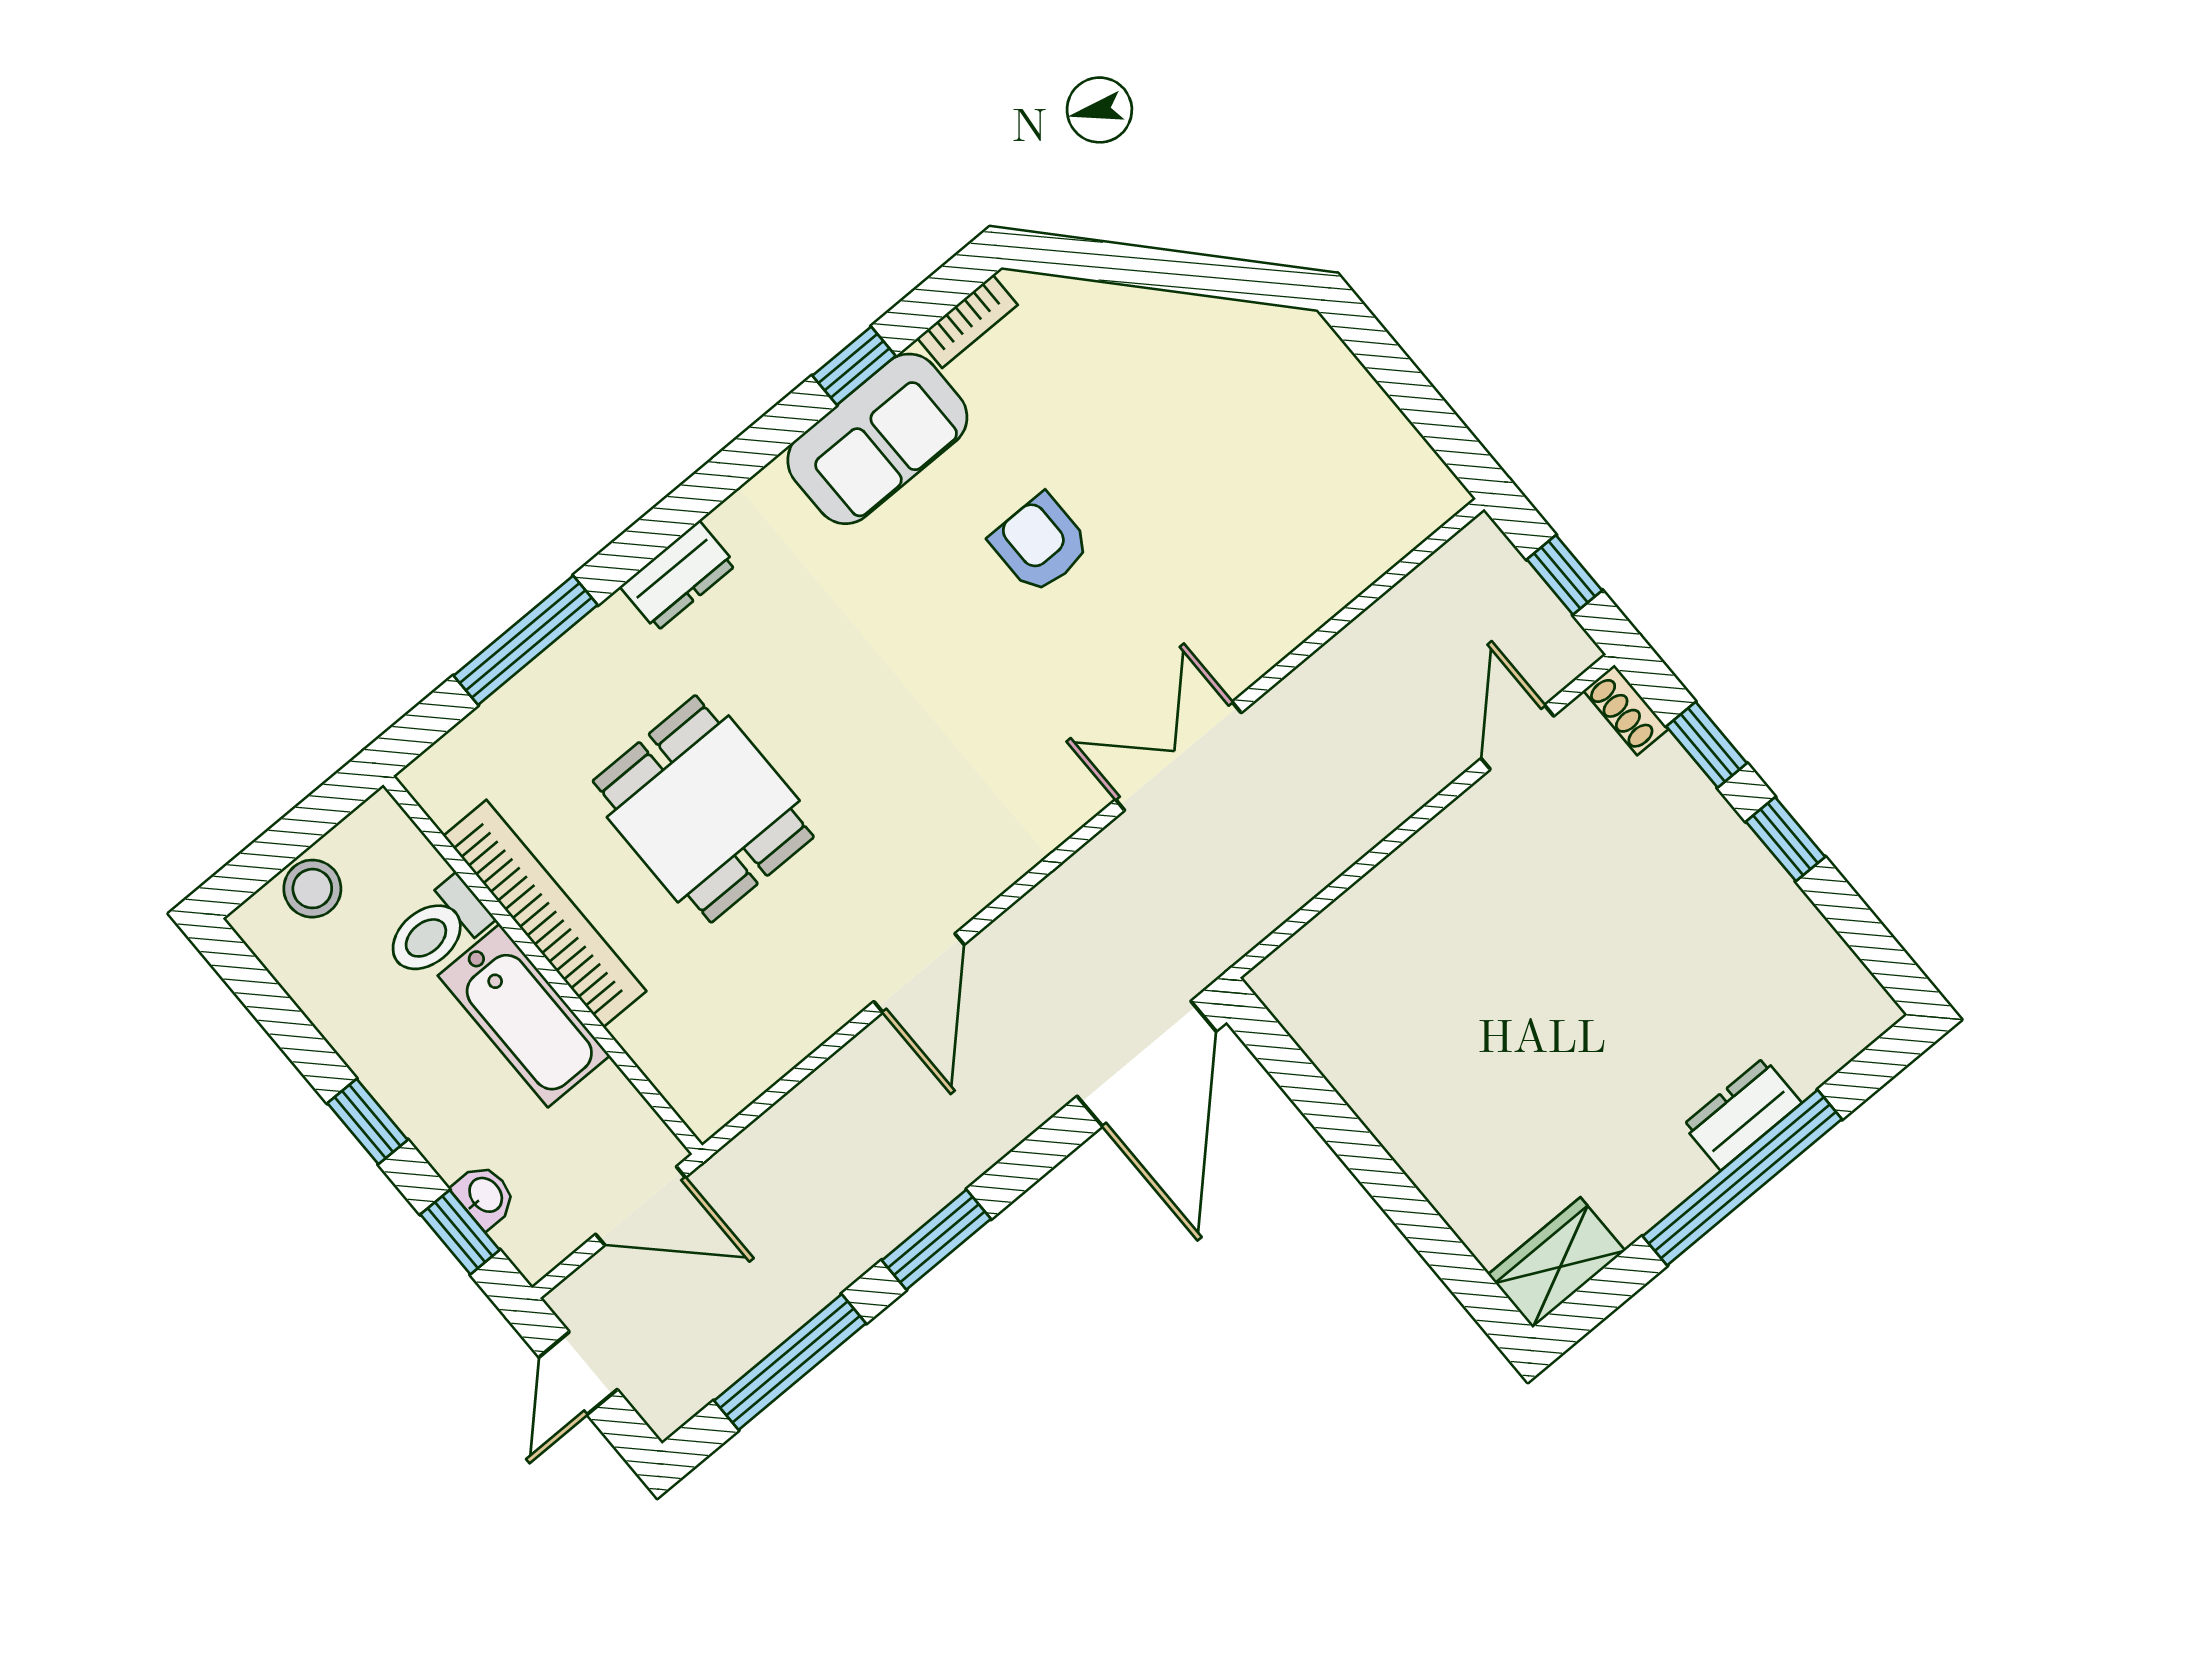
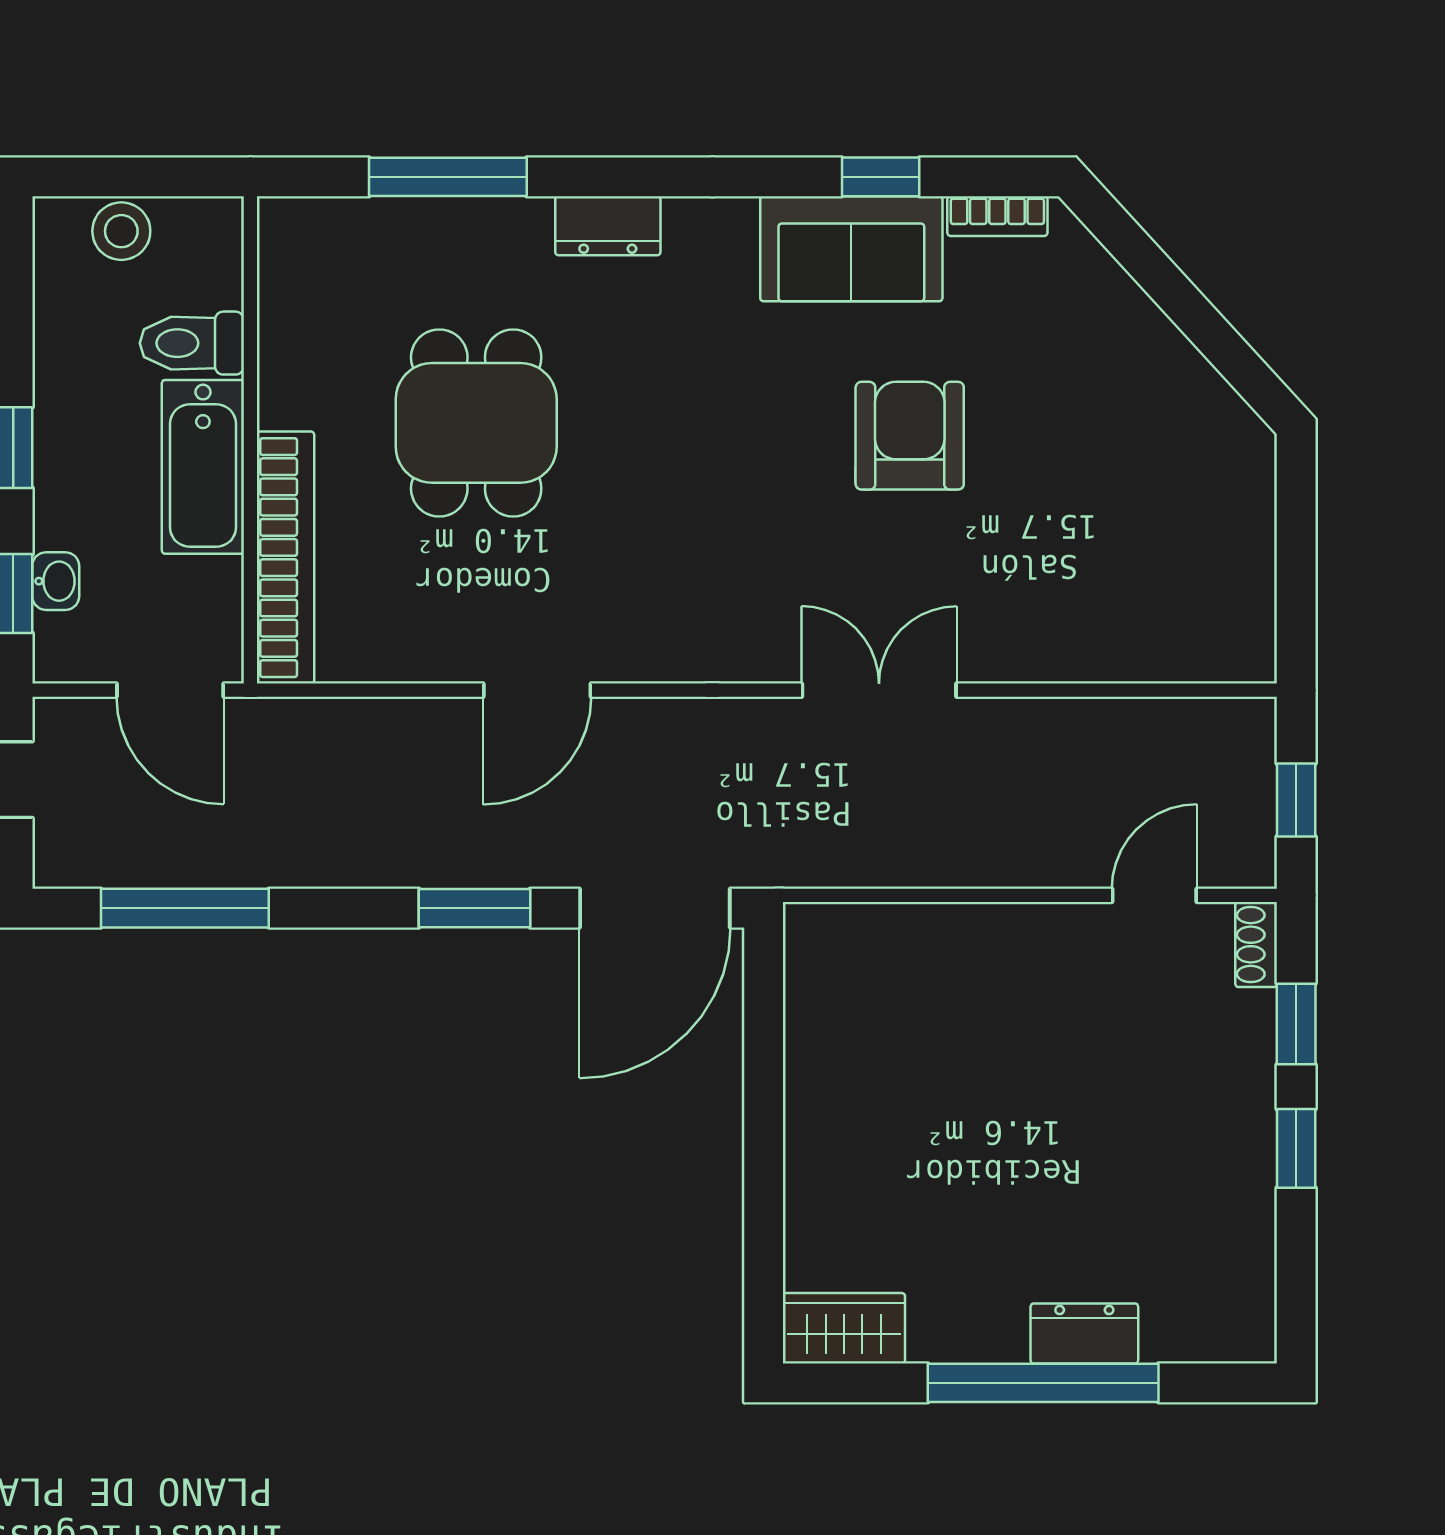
armchair: (1040, 544) -> (910, 436), width x1.38, depth x1.38
bookcase: (545, 913) -> (285, 558), moved
window: (936, 1240) -> (475, 908), moved

